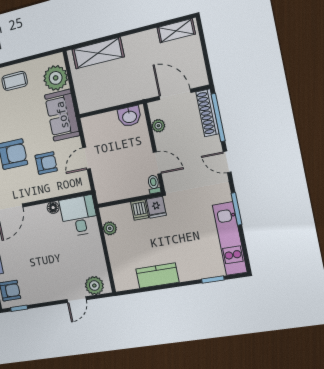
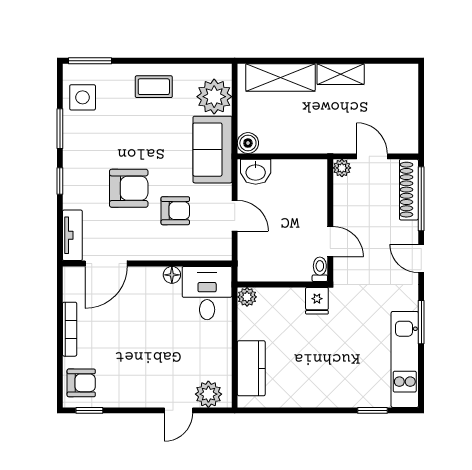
shelving: (176, 31) -> (341, 74), moved
door: (175, 94) -> (372, 156), width x0.73
boiler: (85, 105) -> (248, 143), added
washbasin: (129, 116) -> (256, 172), moved
plant: (158, 126) -> (342, 168), moved
door: (87, 158) -> (235, 216), swing flipped
dishwasher: (140, 210) -> (294, 300), removed
plant: (110, 228) -> (247, 297), moved
kitchen counter: (157, 276) -> (251, 368), moved, turned 90

